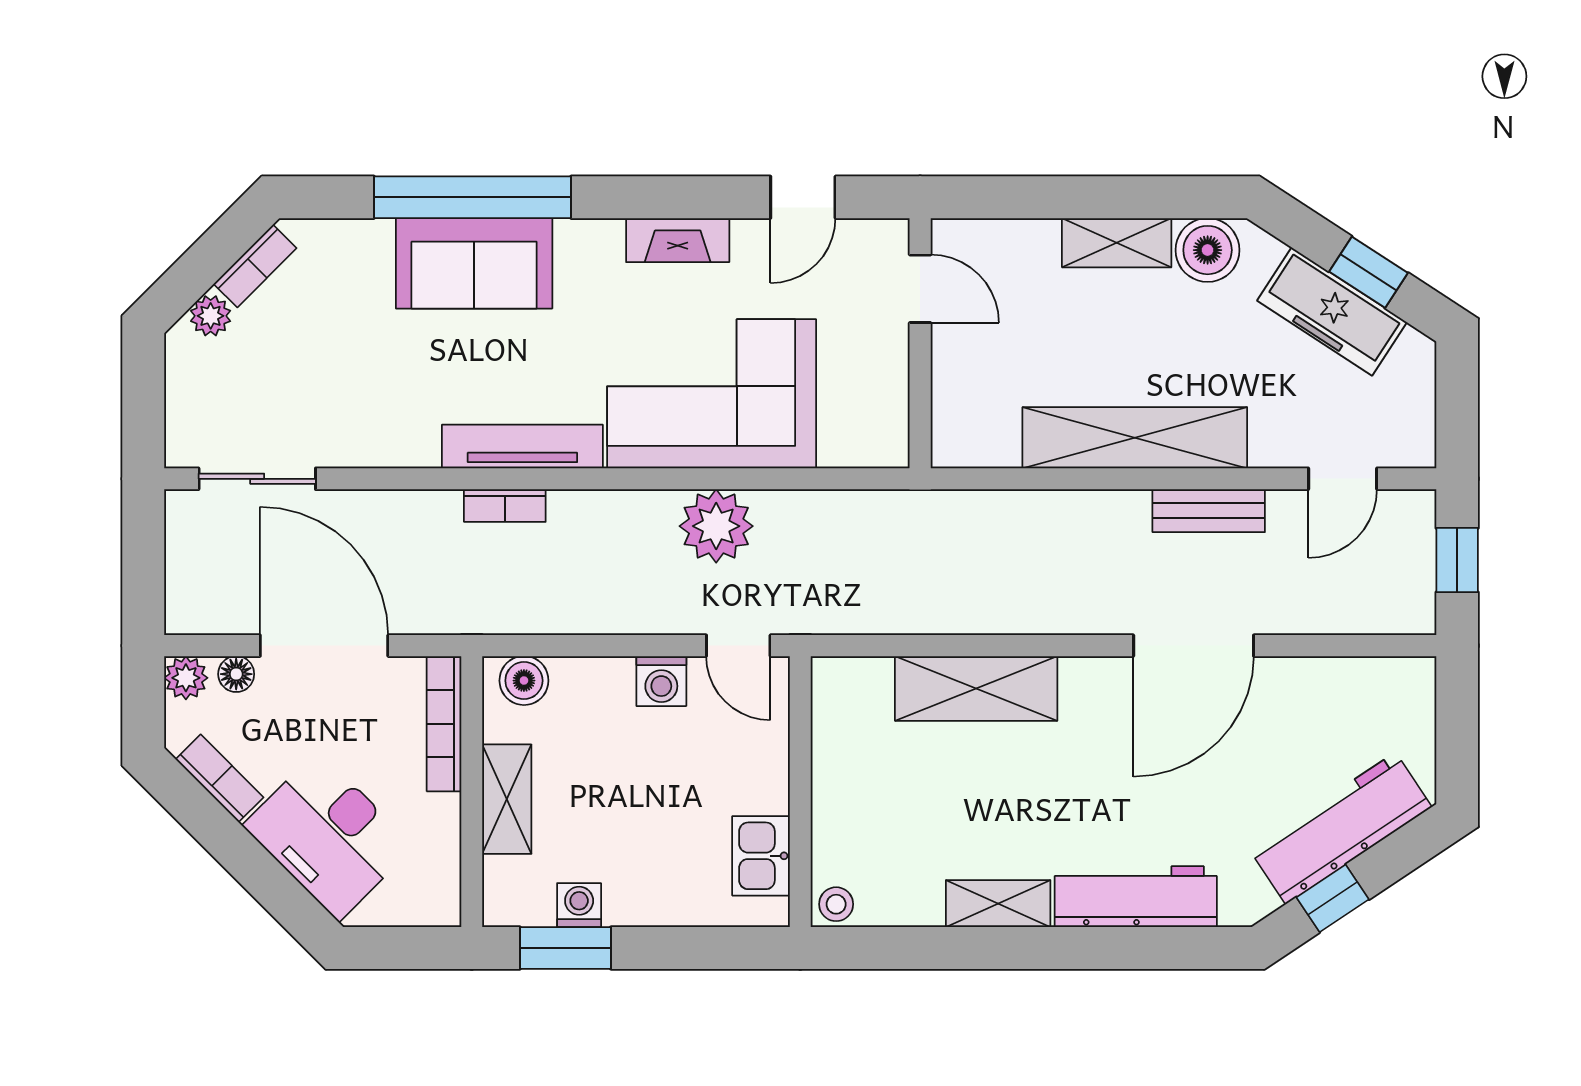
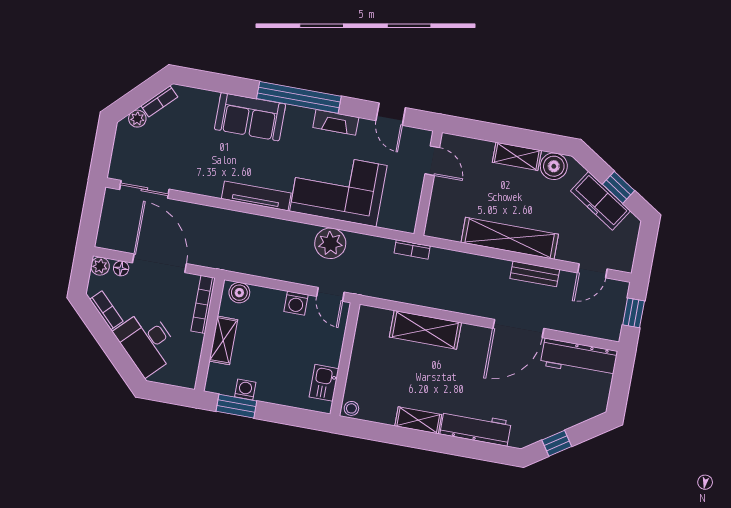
window: (472, 197) -> (299, 97), moved
door: (803, 197) -> (391, 114), hinge flipped
bookcase: (505, 506) -> (412, 249), moved
workbench: (1341, 828) -> (579, 358), moved, turned -146

